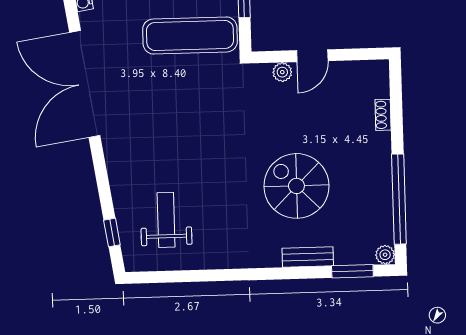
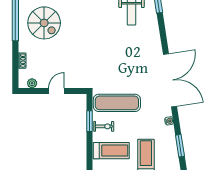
plant: (282, 72) -> (32, 83), moved
spiral stairs: (296, 186) -> (44, 23), moved

